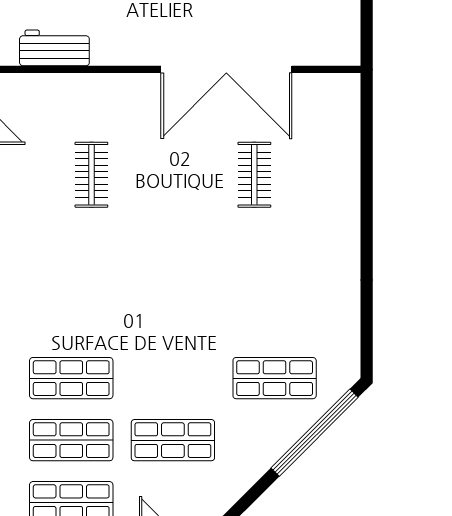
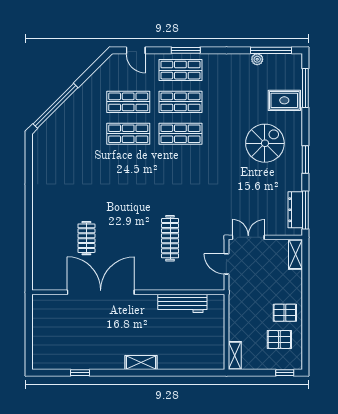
workbench: (54, 48) -> (182, 303), width x1.38
clothes rail: (91, 175) -> (170, 238), width x1.36
shop shelf: (275, 378) -> (128, 134), moved

